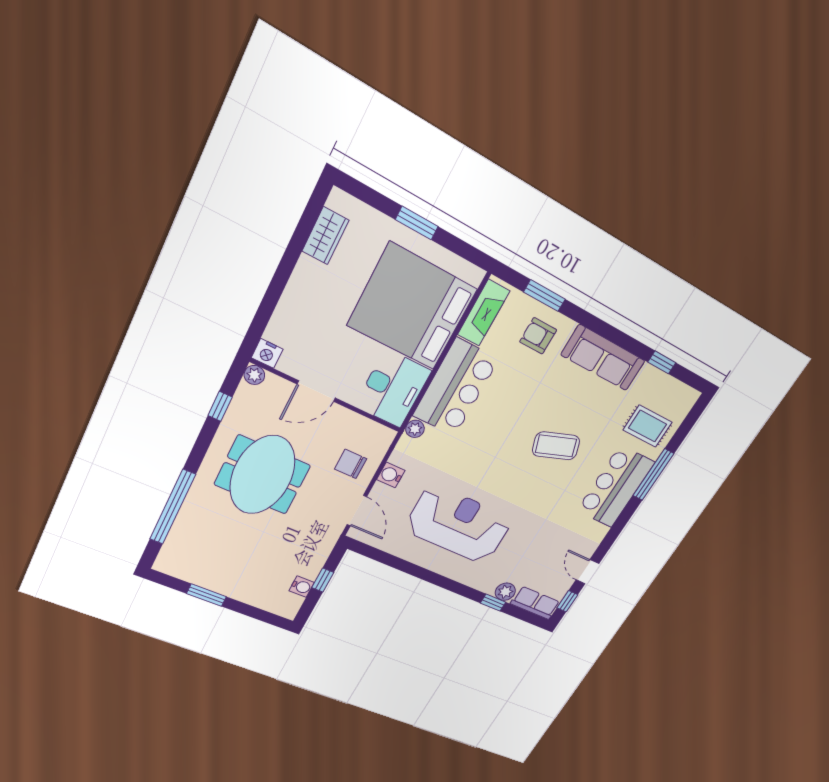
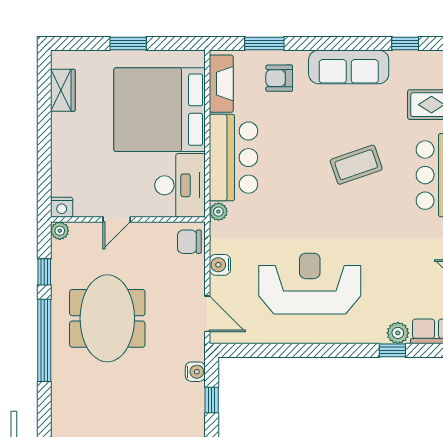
door: (316, 391) -> (117, 219), width x0.73
chair: (351, 464) -> (189, 242), moved
window: (172, 507) -> (44, 340), moved
water cooler: (302, 587) -> (195, 372), moved

